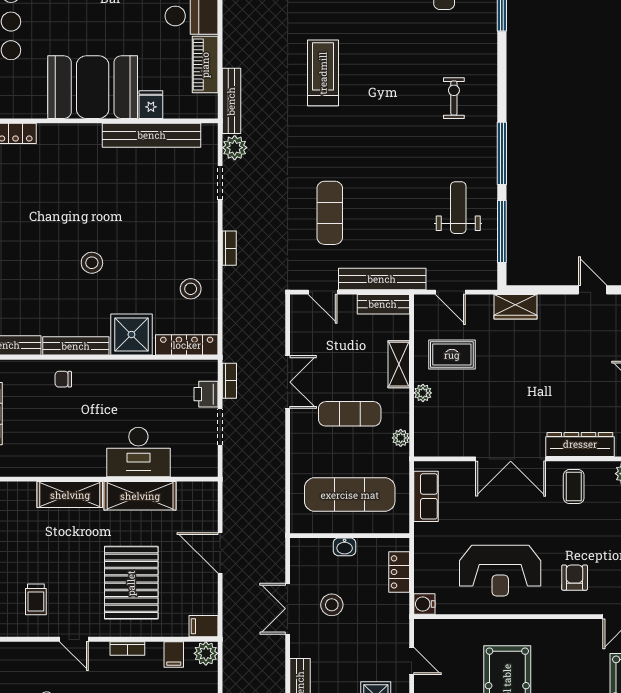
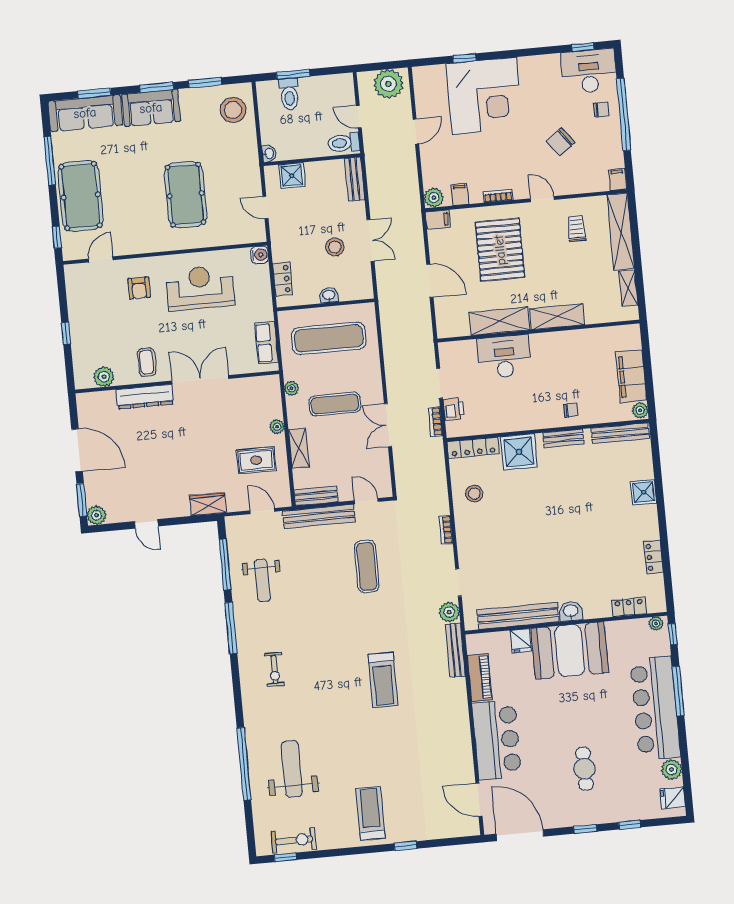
washbasin: (87, 135) -> (571, 611), added
stool: (92, 263) -> (557, 507), removed
bench: (76, 346) -> (563, 438), width x0.73

